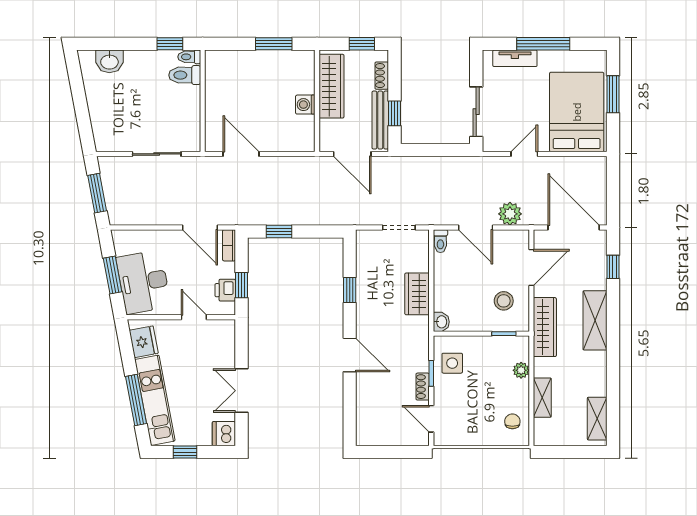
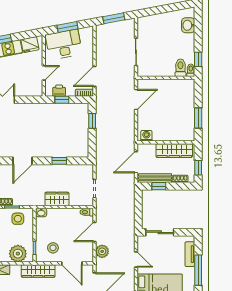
washing machine: (305, 105) -> (146, 136), moved
plant: (521, 370) -> (18, 254), width x1.87, depth x1.87

